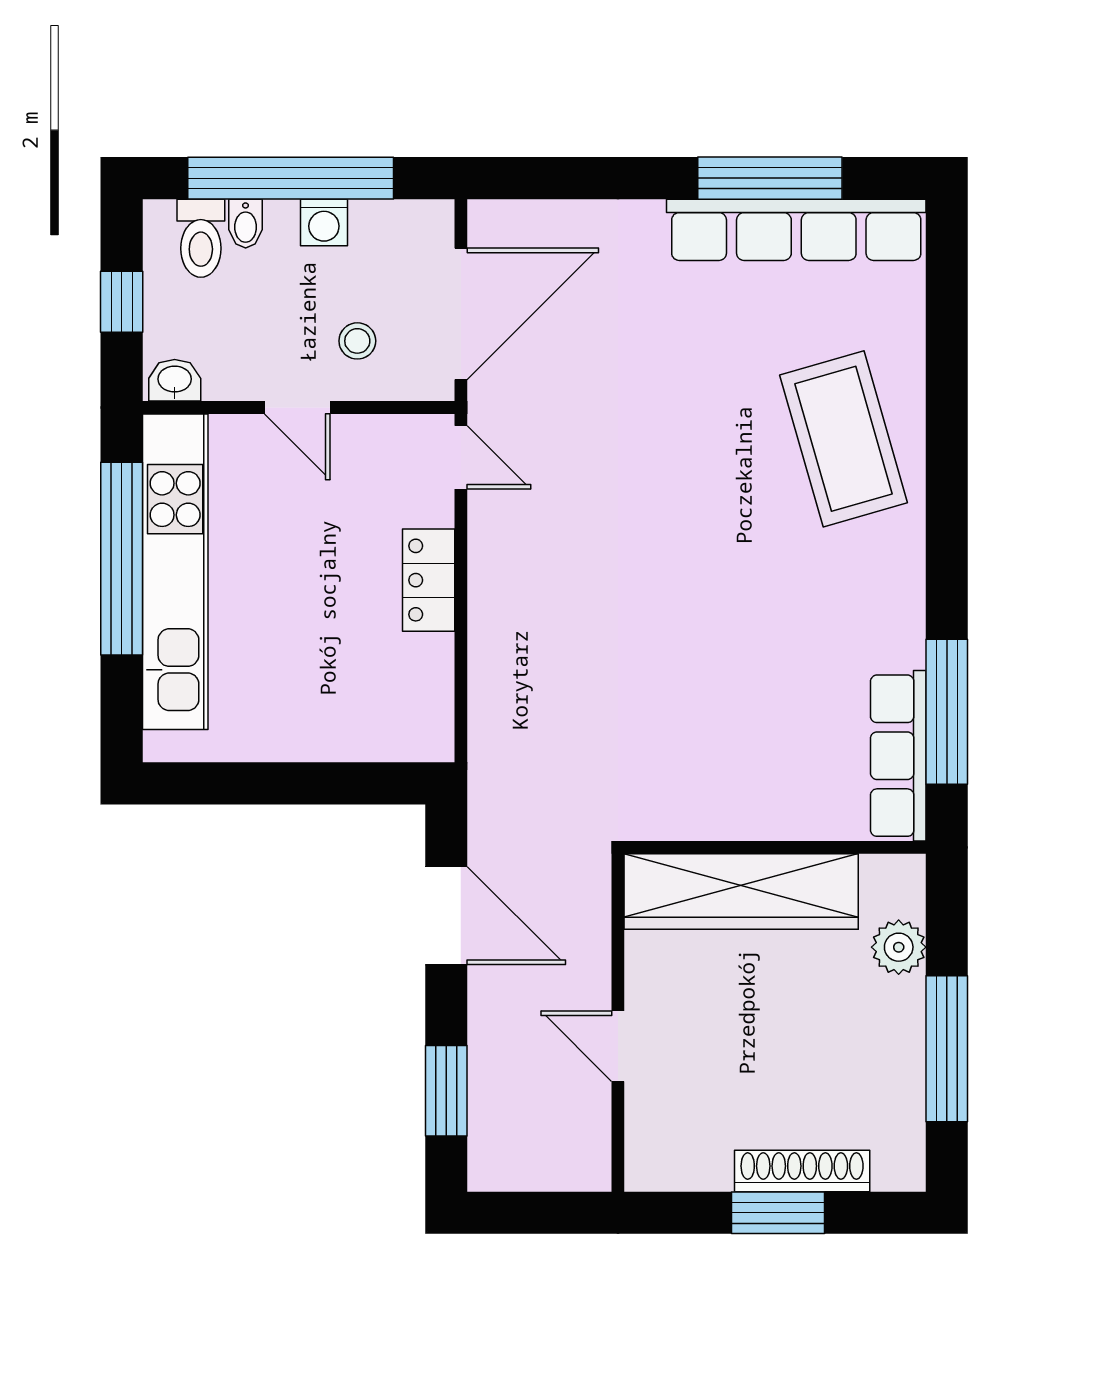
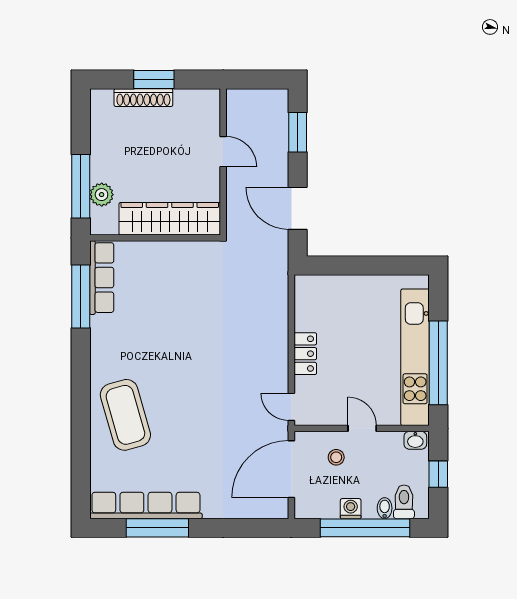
window: (947, 1049) -> (81, 186), moved

